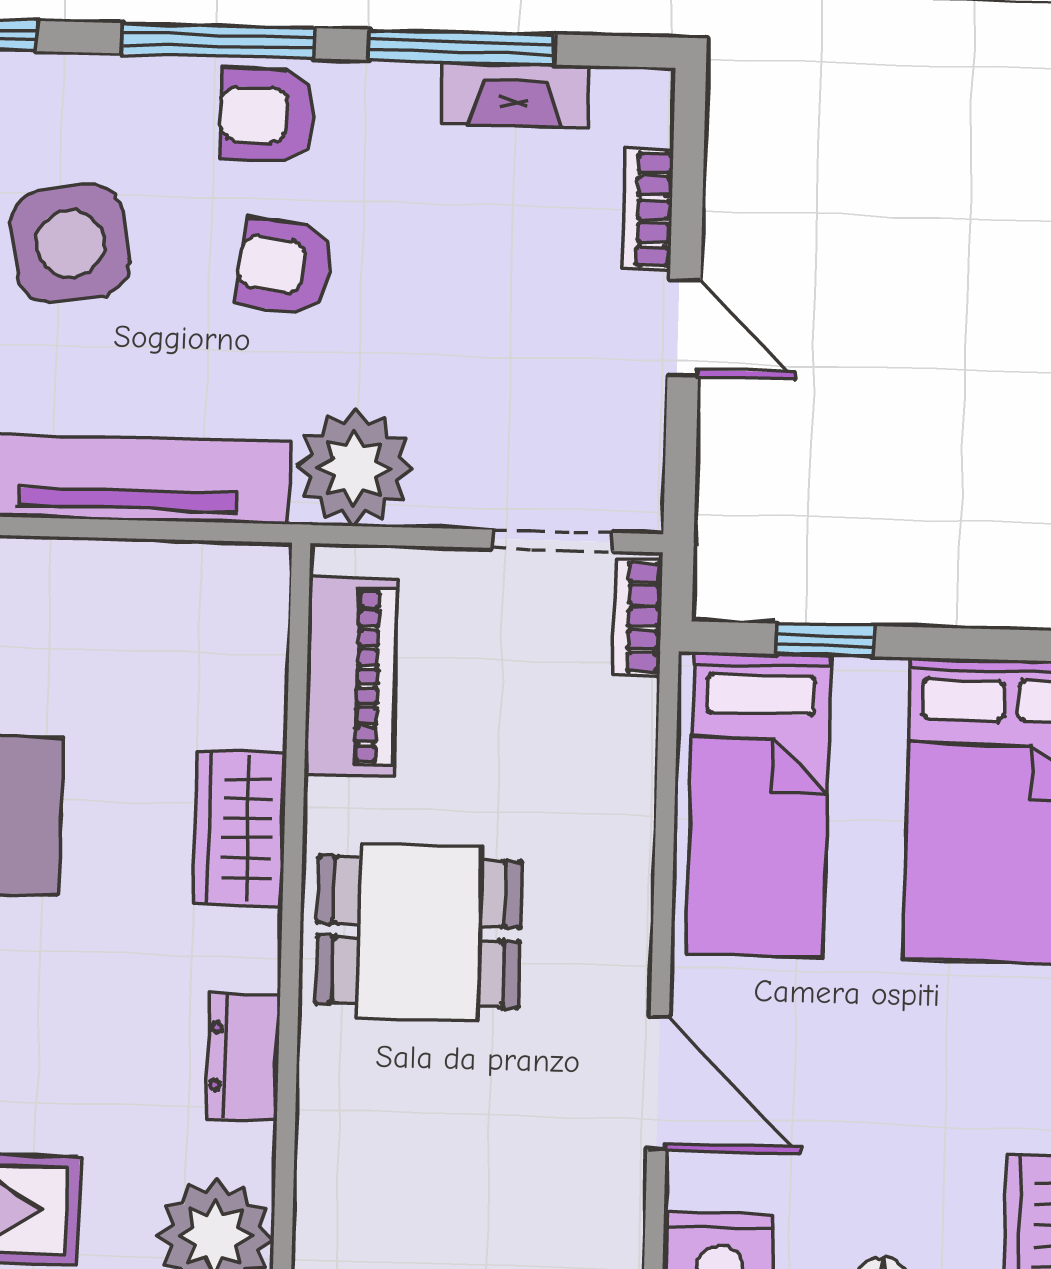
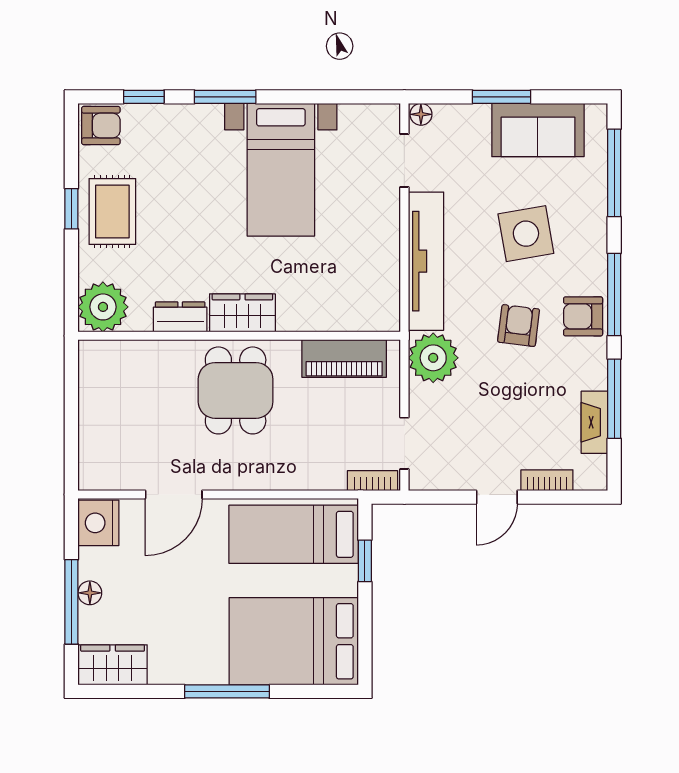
armchair: (267, 115) -> (583, 316), turned -90
wardrobe: (240, 828) -> (242, 313), moved

